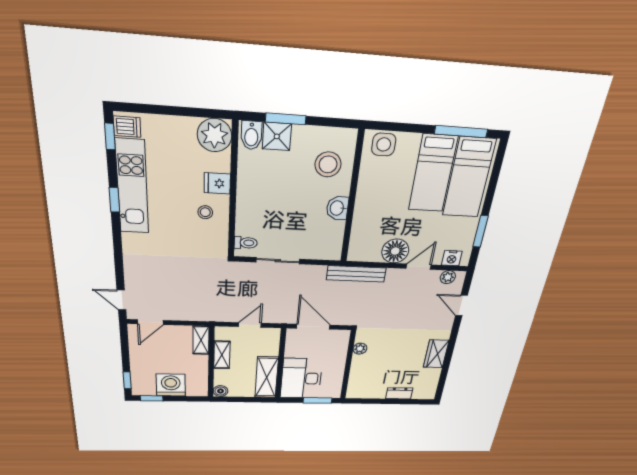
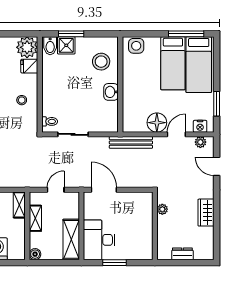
fridge: (217, 183) -> (29, 66), moved
plant: (360, 349) -> (162, 209), moved
wall: (348, 365) -> (155, 226), moved

